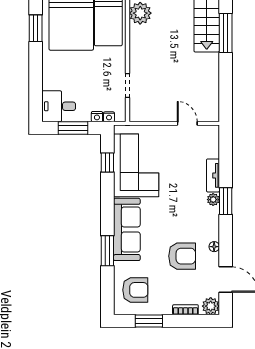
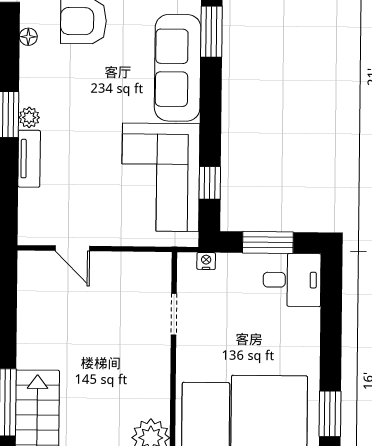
nightstand: (97, 117) -> (227, 261), removed

